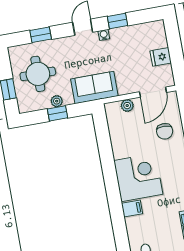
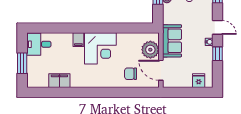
fridge: (161, 57) -> (199, 81), moved
sofa: (94, 87) -> (172, 41), moved
plant: (127, 106) -> (150, 50), width x1.88, depth x1.88

